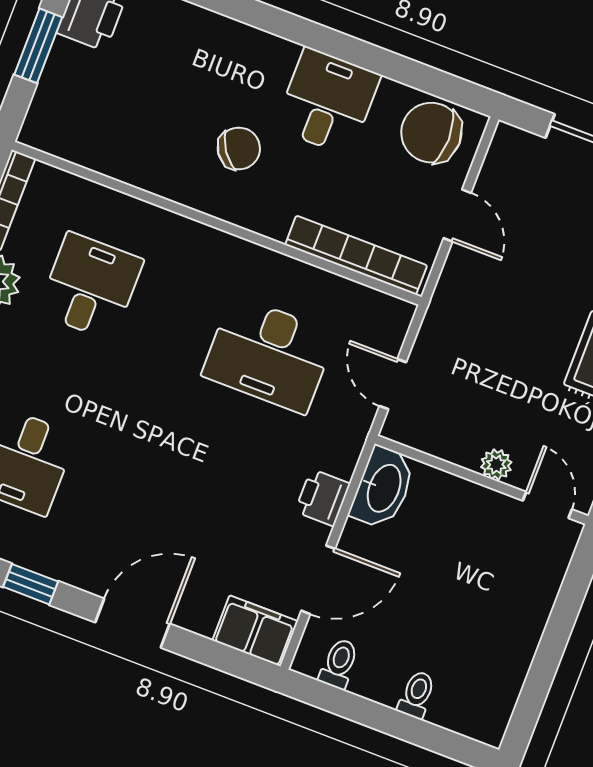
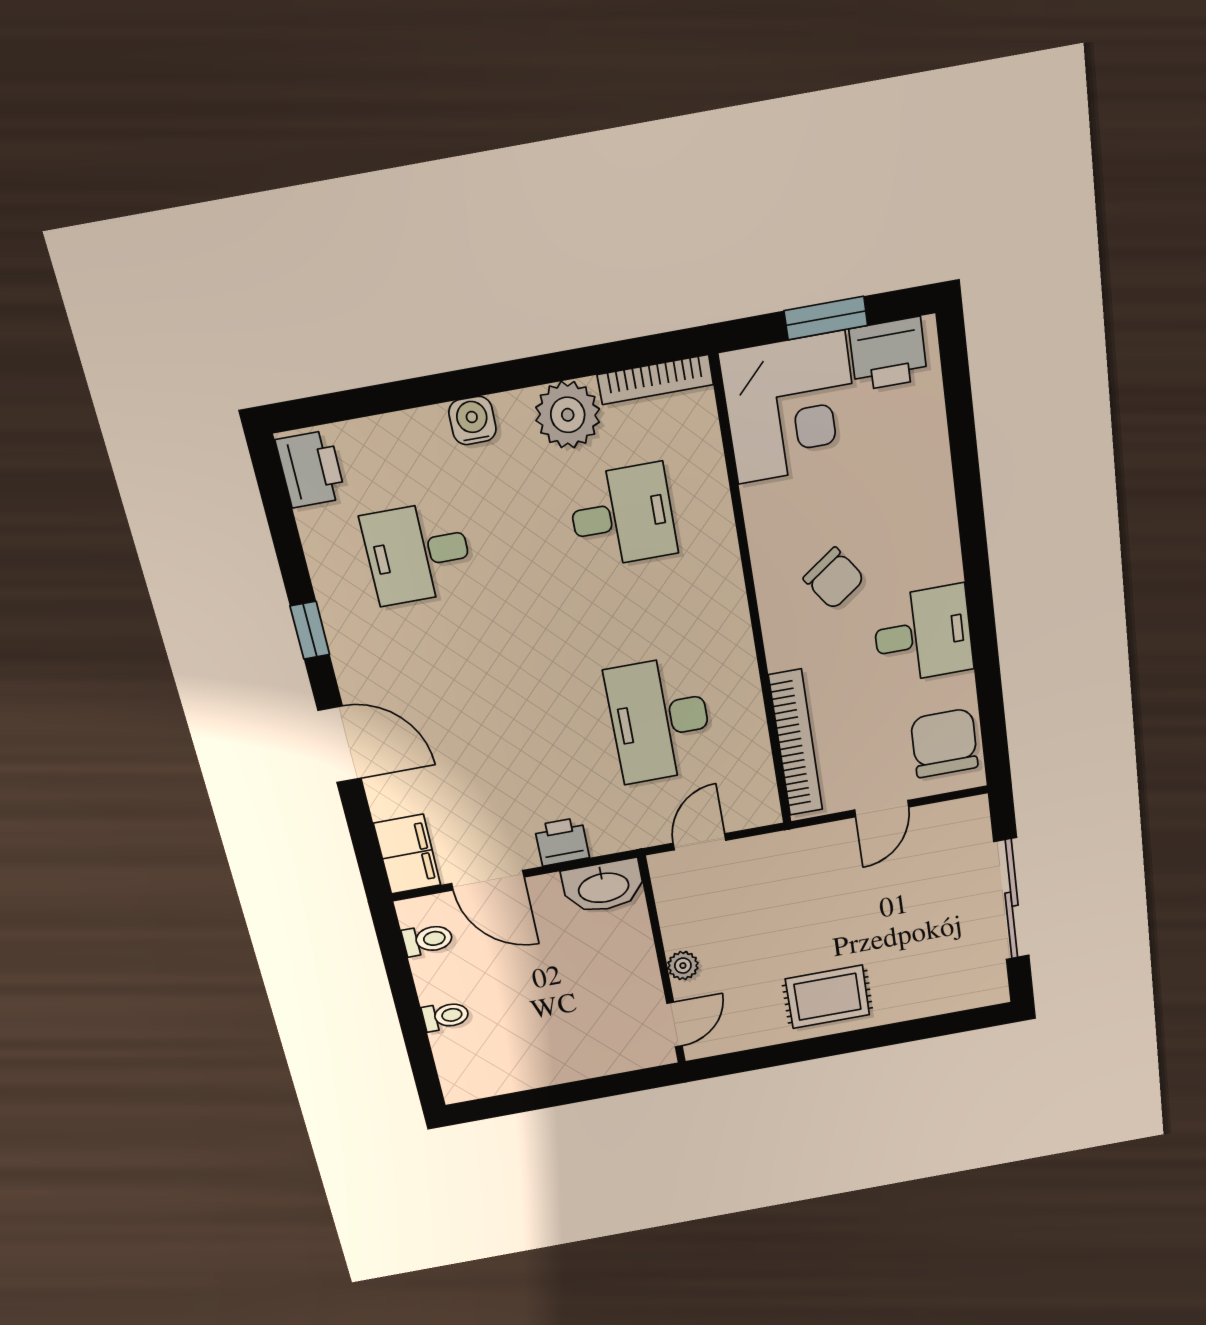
corner desk: (88, 109) -> (791, 408), added

